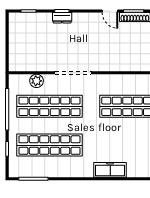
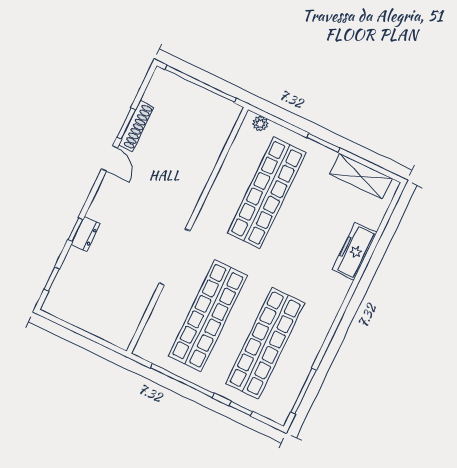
door: (110, 11) -> (109, 159), hinge flipped
plant: (37, 81) -> (161, 317), removed
freezer: (110, 170) -> (354, 251), moved

